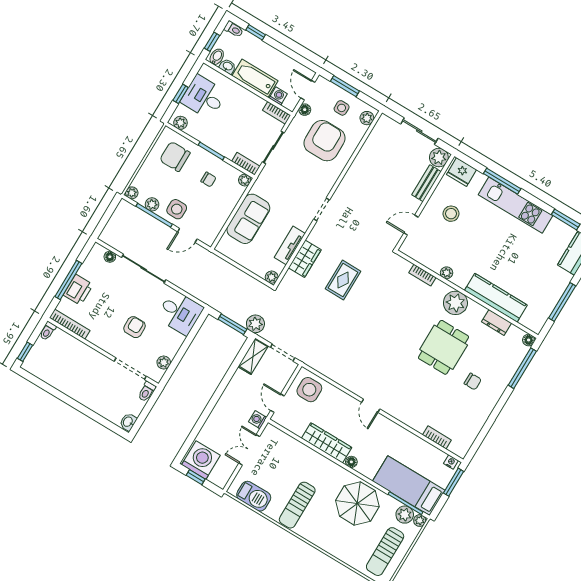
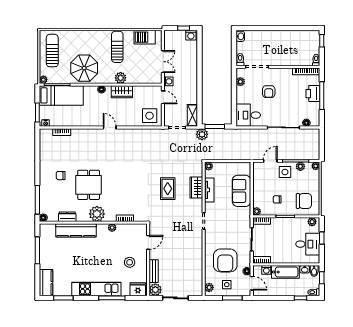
wardrobe: (327, 443) -> (122, 92), width x0.67
washing machine: (201, 460) -> (191, 35), width x0.53, depth x0.53
plant: (405, 515) -> (121, 78), moved

